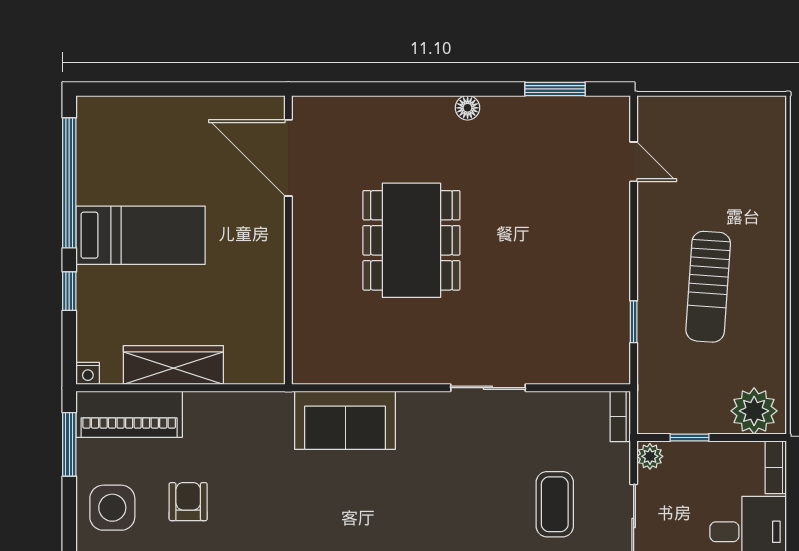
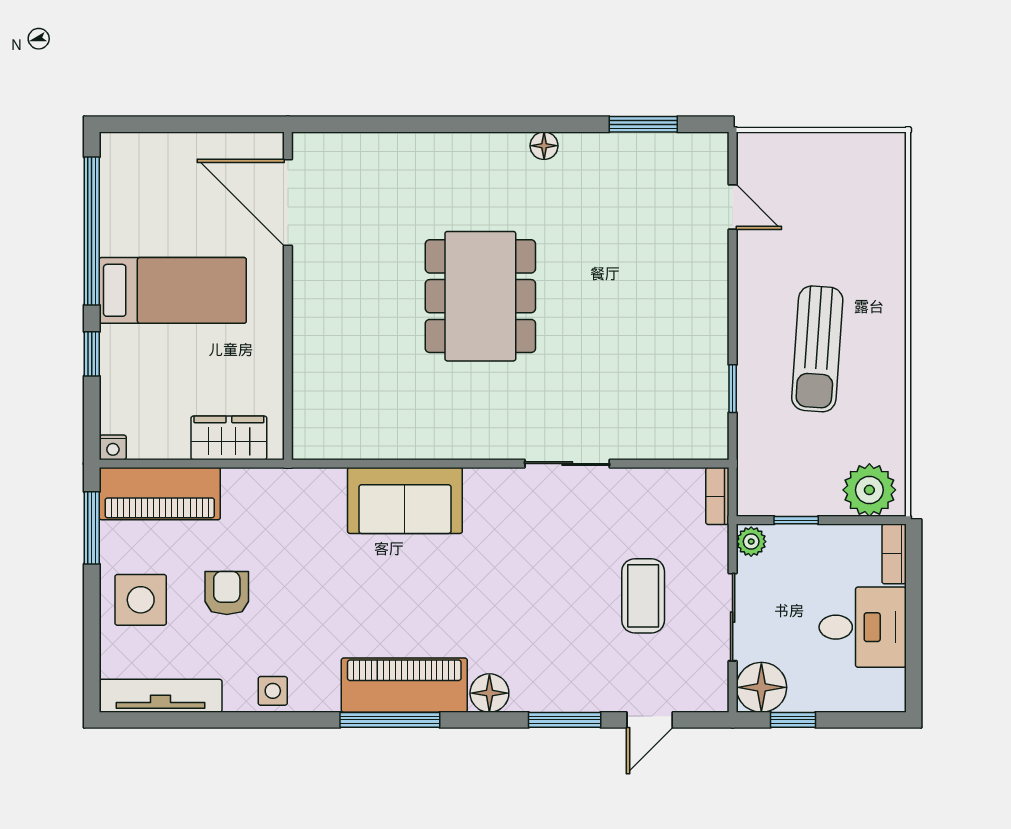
door: (288, 158) -> (288, 203), moved
wall: (288, 240) -> (288, 296), moved
wardrobe: (173, 365) -> (229, 438), width x0.67

